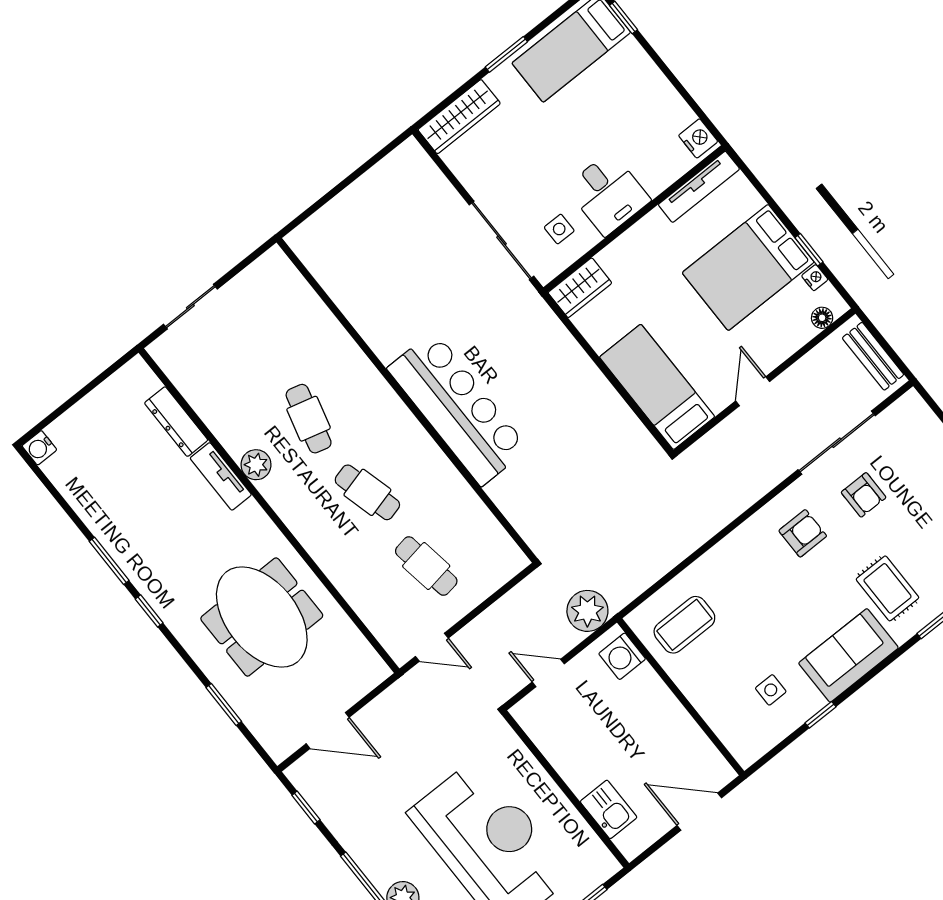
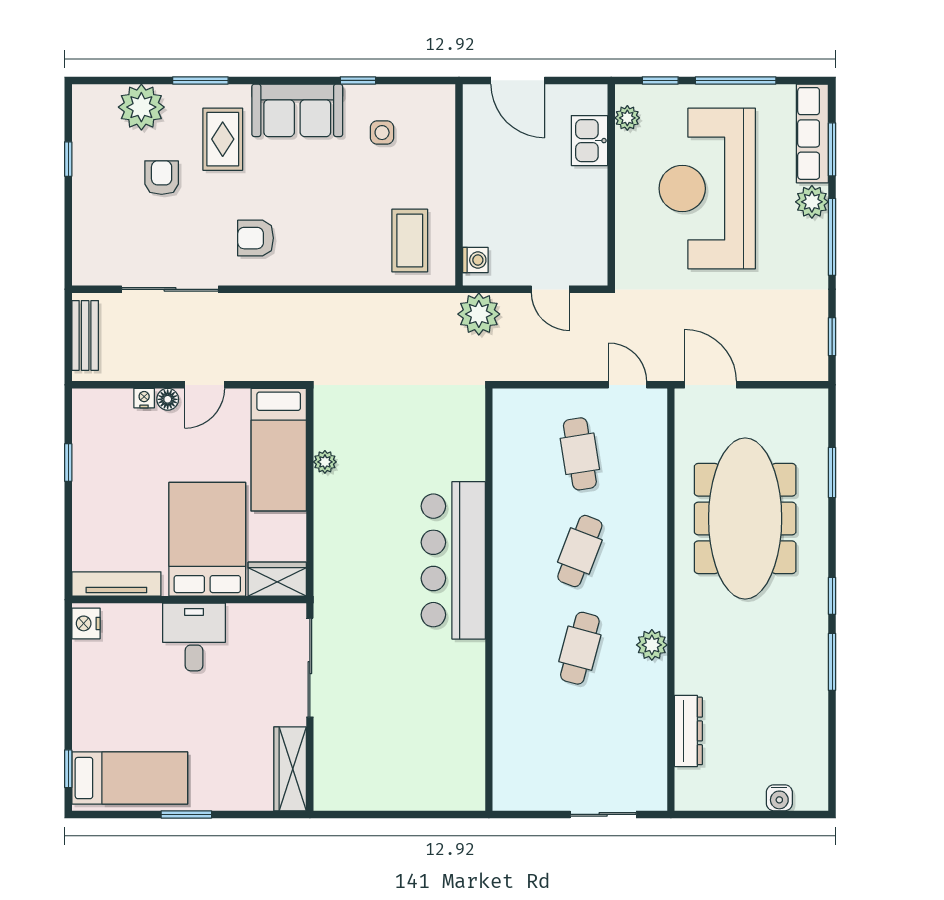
wardrobe: (459, 117) -> (290, 769), moved, turned -90
side table: (559, 229) -> (256, 640), removed
bed: (748, 267) -> (207, 539), moved, turned -90
nightstand: (815, 278) -> (144, 398), moved, turned 90
floor lamp: (822, 318) -> (168, 399), moved
plant: (615, 406) -> (325, 462), added
water cooler: (39, 448) -> (779, 798), moved, turned 90
tv unit: (221, 476) -> (688, 658), removed
cafe table: (367, 492) -> (580, 551), turned 36
armchair: (864, 495) -> (162, 178), moved
meeting table: (262, 617) -> (745, 519), width x1.36
coffee table: (684, 625) -> (410, 241), turned 90
washing machine: (622, 656) -> (475, 260), width x0.73, depth x0.73
door: (328, 730) -> (710, 385), moved
plant: (594, 849) -> (627, 118), added

